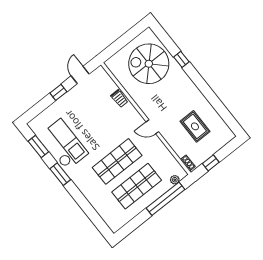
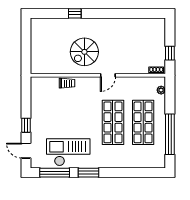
spiral stairs: (149, 64) -> (84, 52), moved, width x0.73, depth x0.73
door: (80, 75) -> (26, 151), moved
rug: (195, 126) -> (133, 43), removed
window: (38, 147) -> (55, 173), width x1.44
window: (166, 199) -> (170, 134), moved

